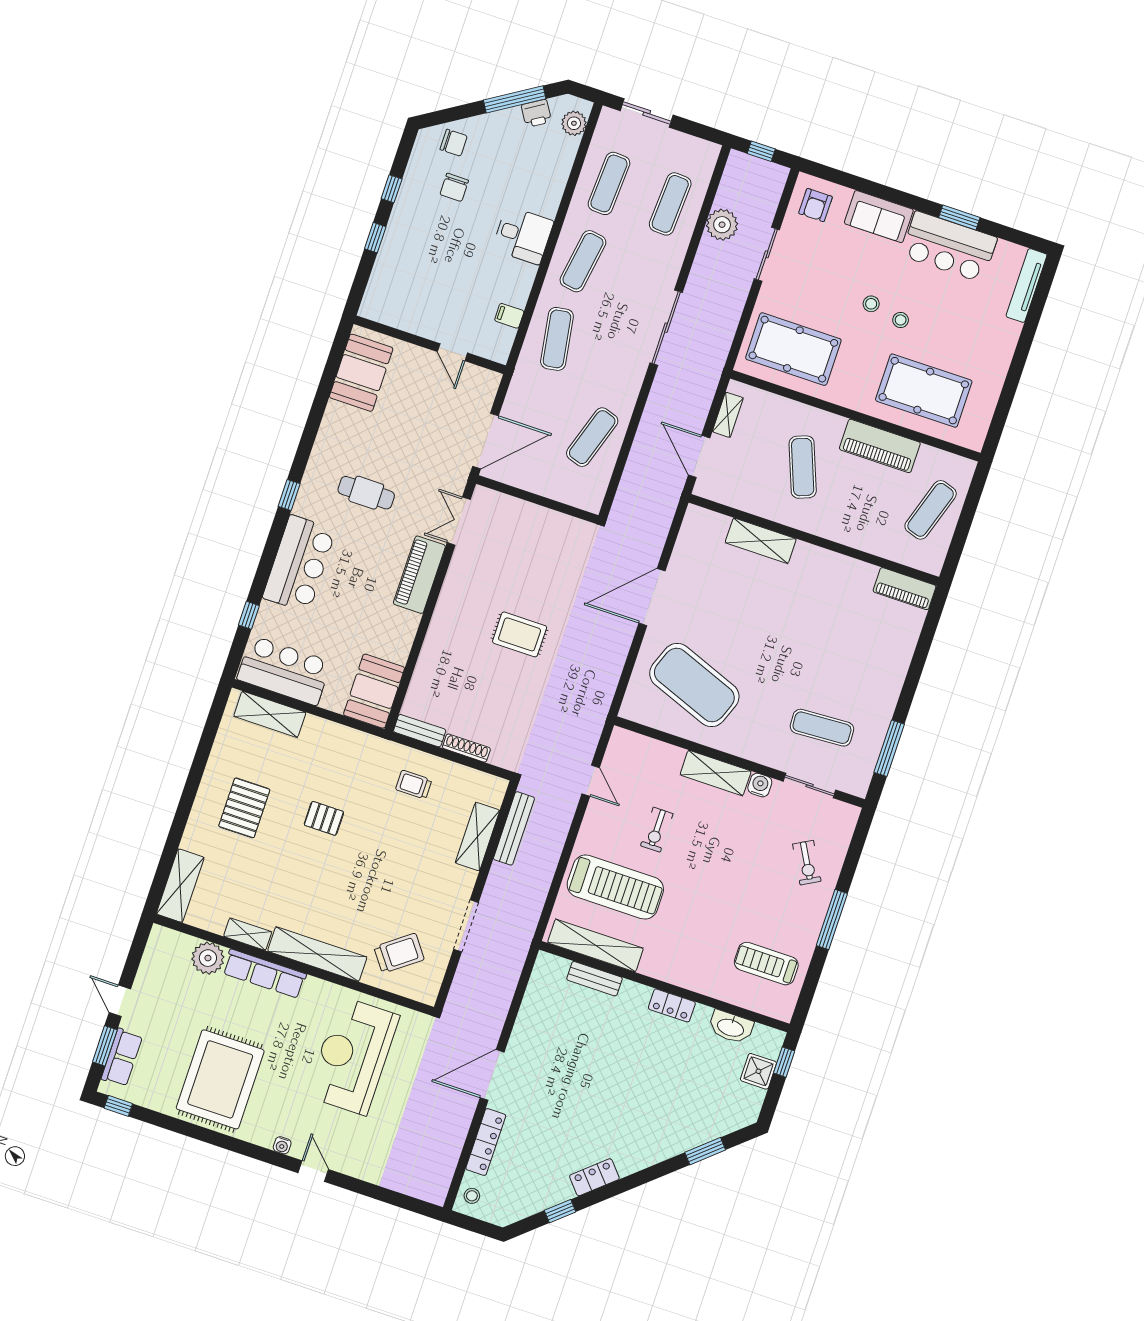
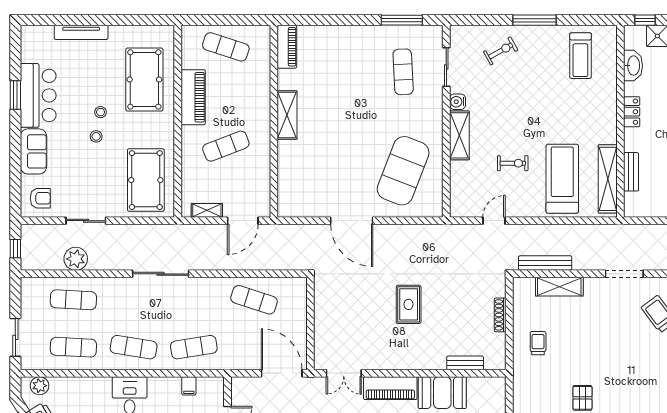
tv unit: (1026, 285) -> (81, 32), moved
shelving: (761, 541) -> (287, 115), moved
booth: (374, 691) -> (442, 393), moved
bench: (420, 731) -> (465, 363), moved, turned 90
trolley: (414, 785) -> (538, 343), turned 180

